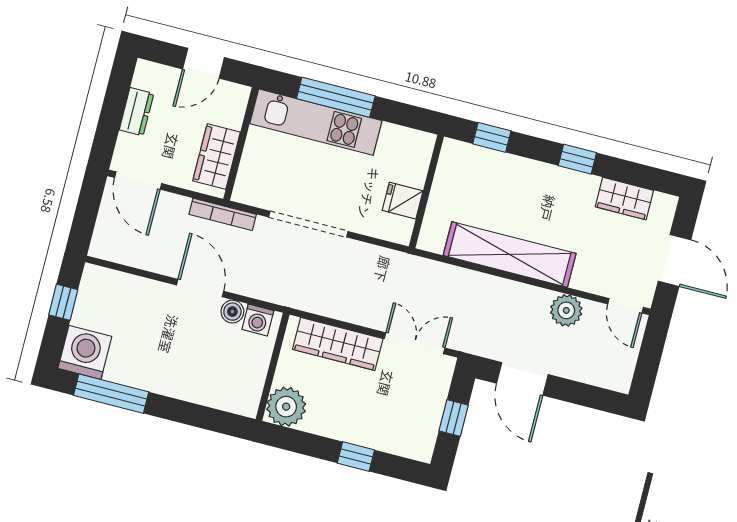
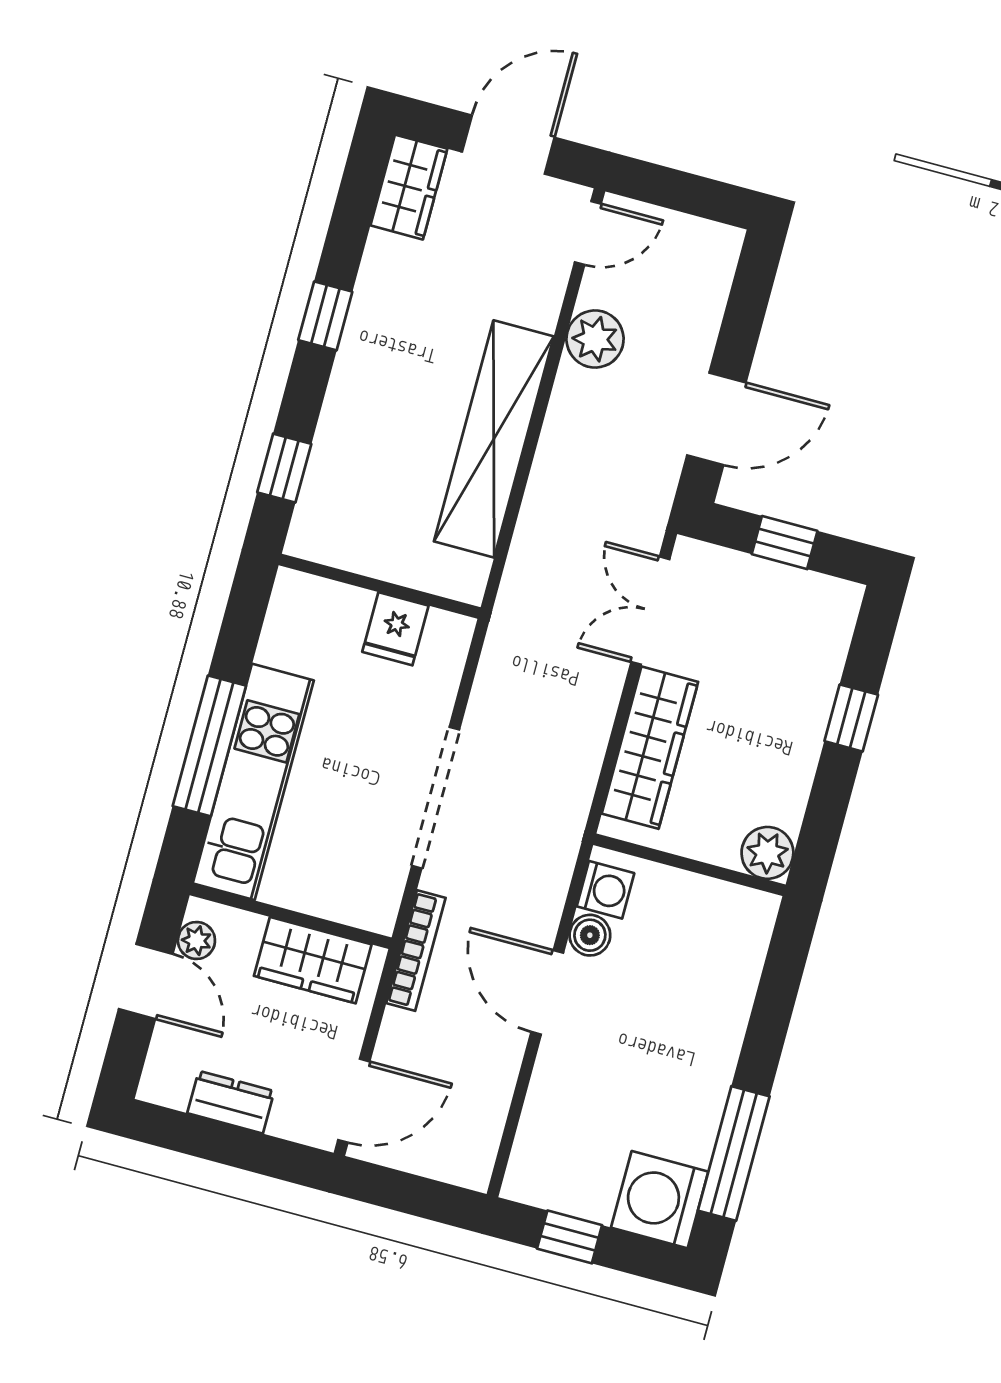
plant: (227, 91) -> (196, 940), added
wardrobe: (624, 199) -> (409, 187), moved
door: (200, 288) -> (547, 992), hinge flipped
plant: (286, 407) -> (767, 853), width x0.73, depth x0.73

